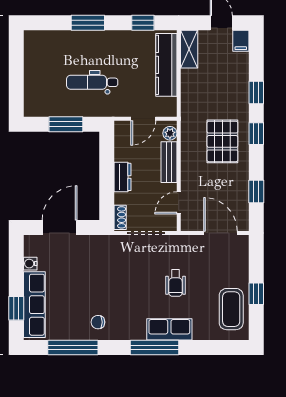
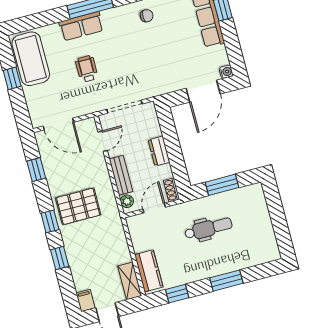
kitchen counter: (166, 65) -> (149, 271), width x0.67
pallet: (222, 141) -> (78, 206), turned 90
shoe rack: (120, 217) -> (172, 190), moved
water cooler: (30, 264) -> (226, 72), moved
coffee table: (231, 309) -> (31, 59), width x1.36, depth x1.32

